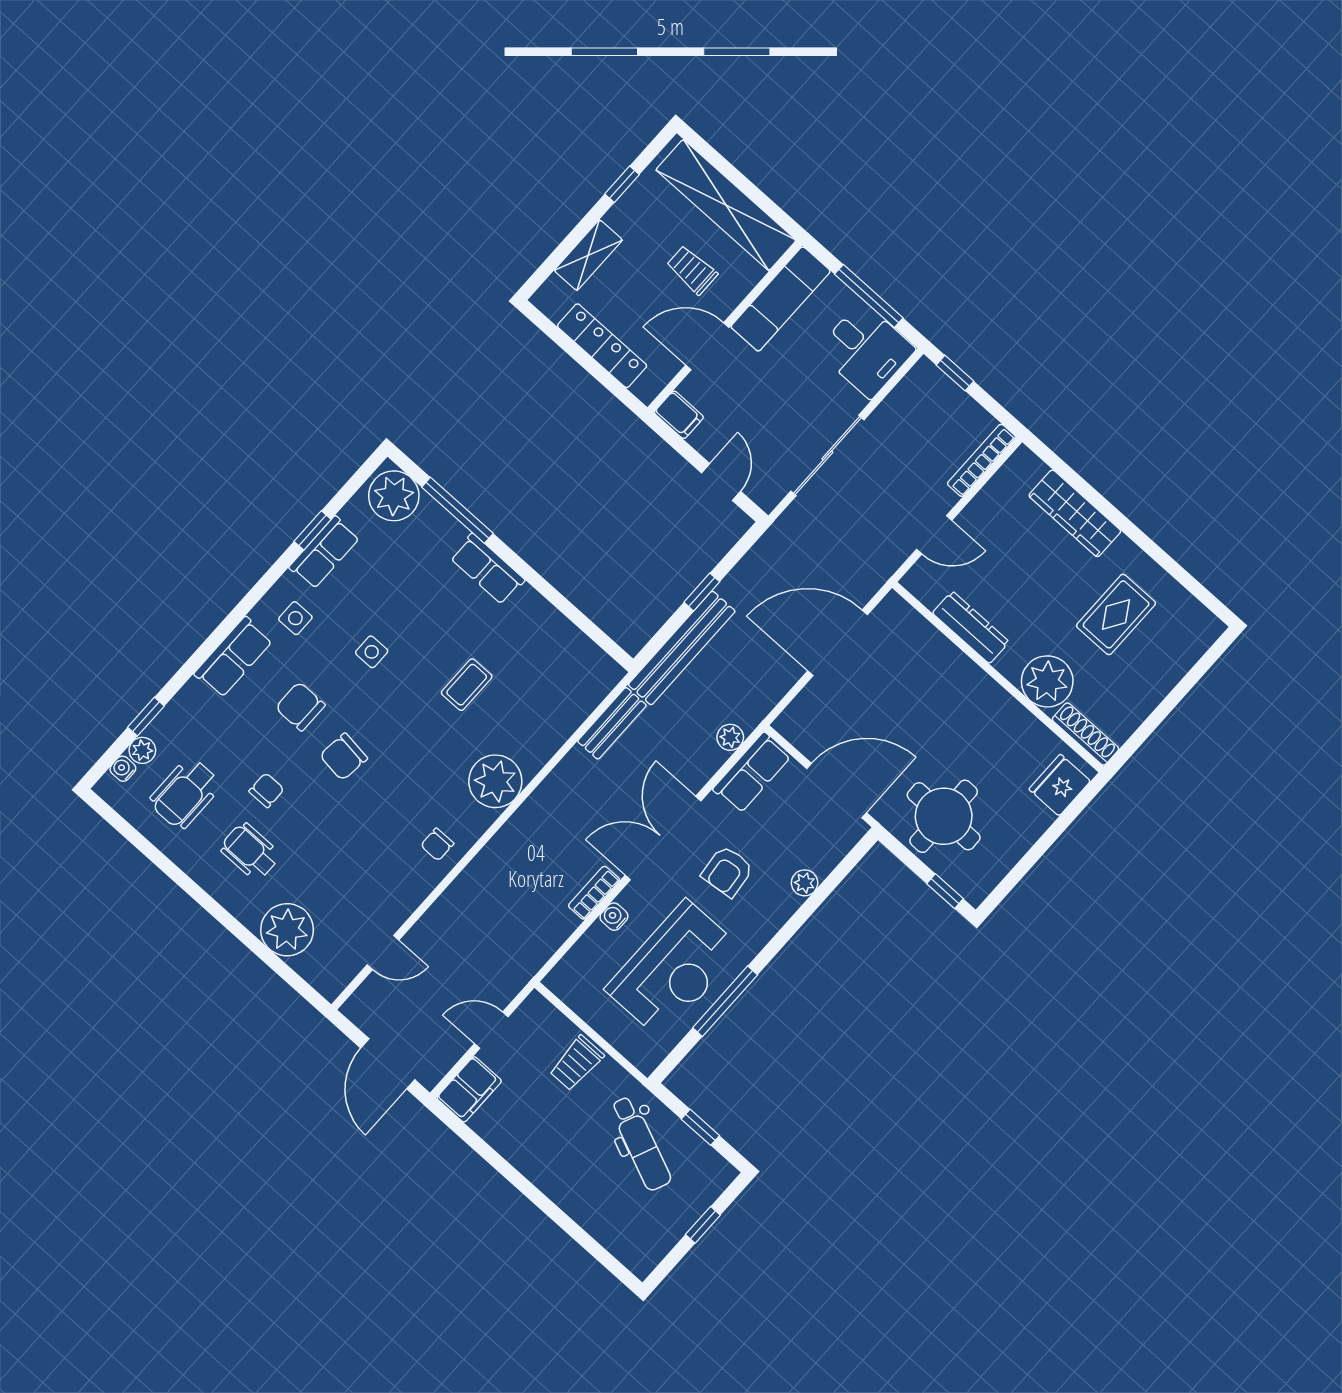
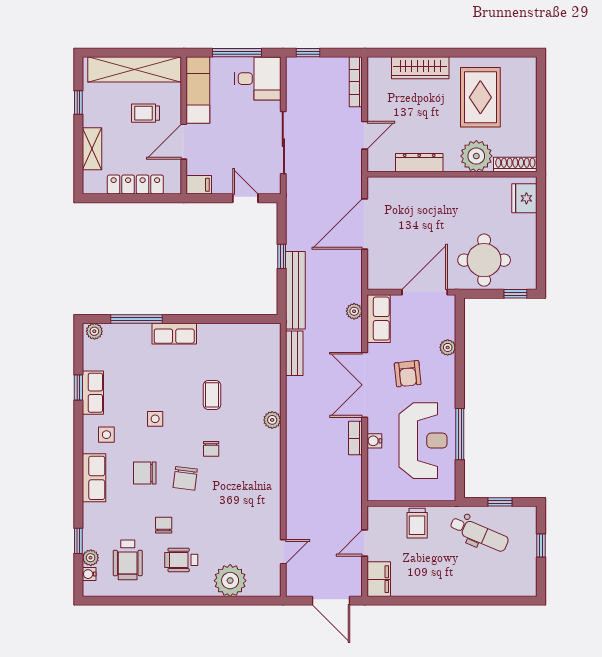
plant: (394, 496) -> (94, 331), width x0.53, depth x0.53
rug: (1116, 614) -> (480, 97), width x1.36, depth x1.43
plant: (495, 781) -> (272, 420), width x0.53, depth x0.53
chair: (437, 844) -> (211, 449), moved

